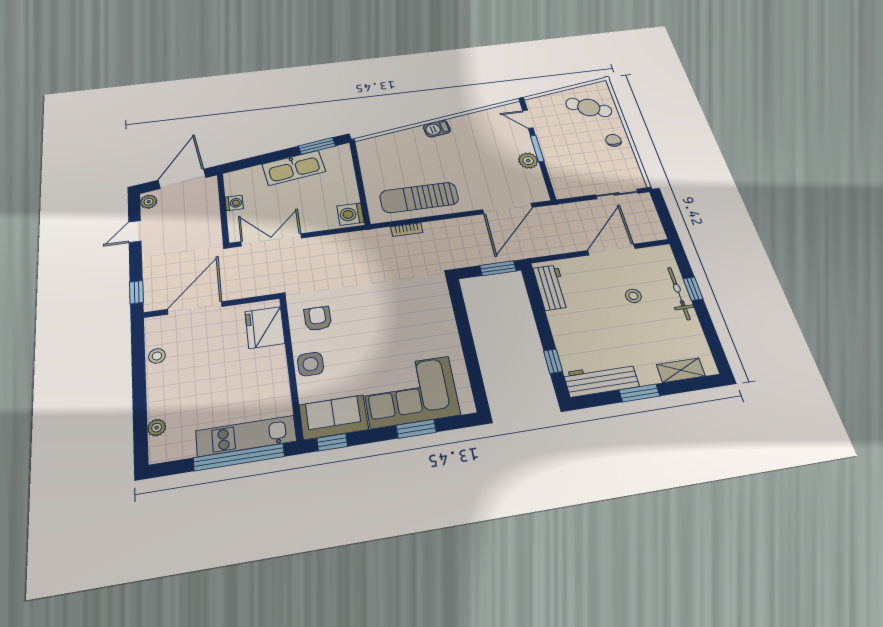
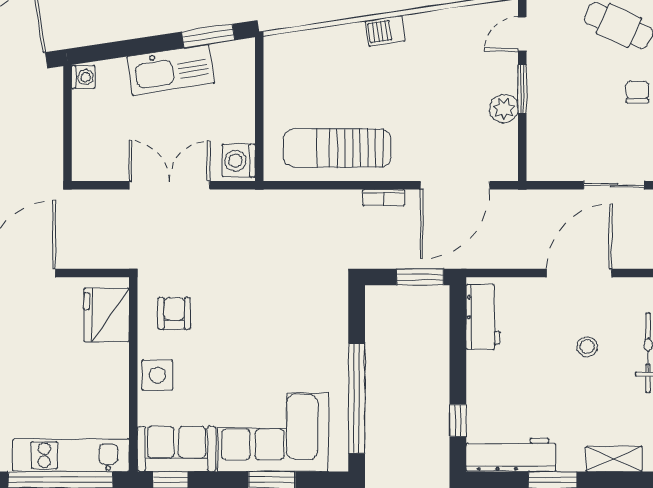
door: (528, 119) -> (522, 34), hinge flipped
washing machine: (234, 203) -> (83, 77), moved
bookcase: (407, 230) -> (384, 198), moved
double door: (271, 240) -> (169, 185), moved
window: (471, 357) -> (357, 398), added

